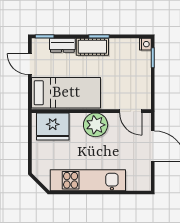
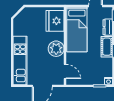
door: (131, 111) -> (65, 72), swing flipped
kitchen unit: (88, 180) -> (20, 60), moved

